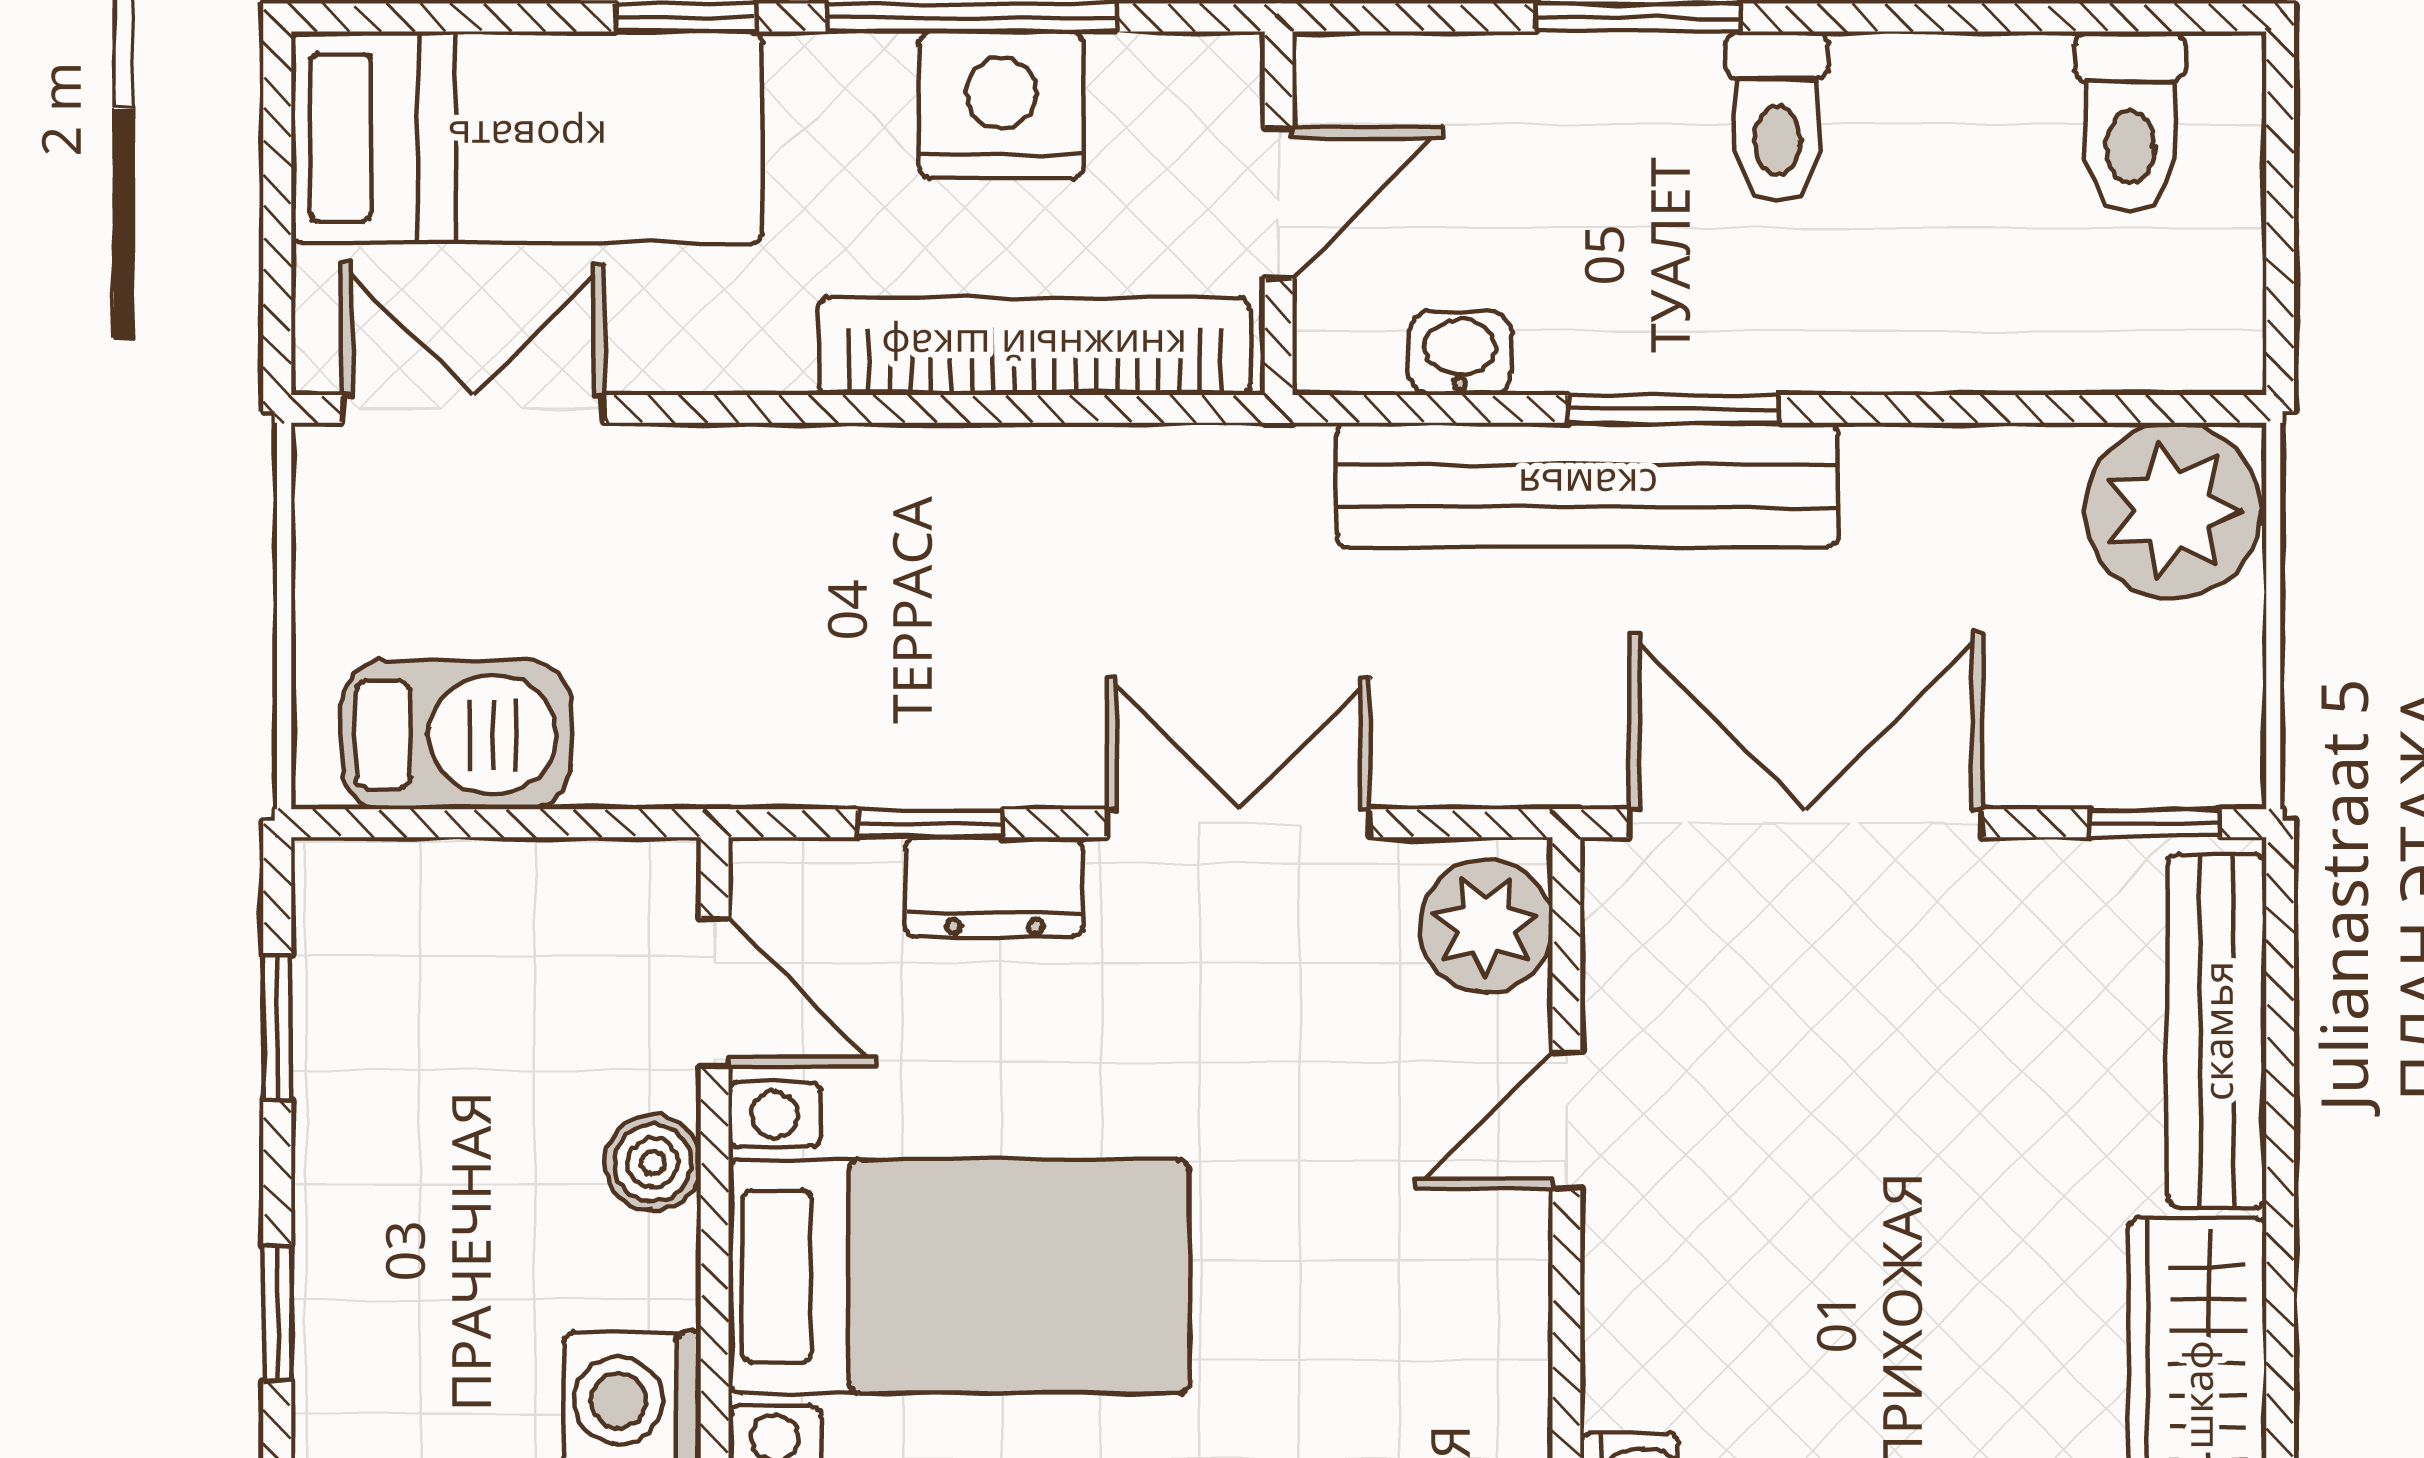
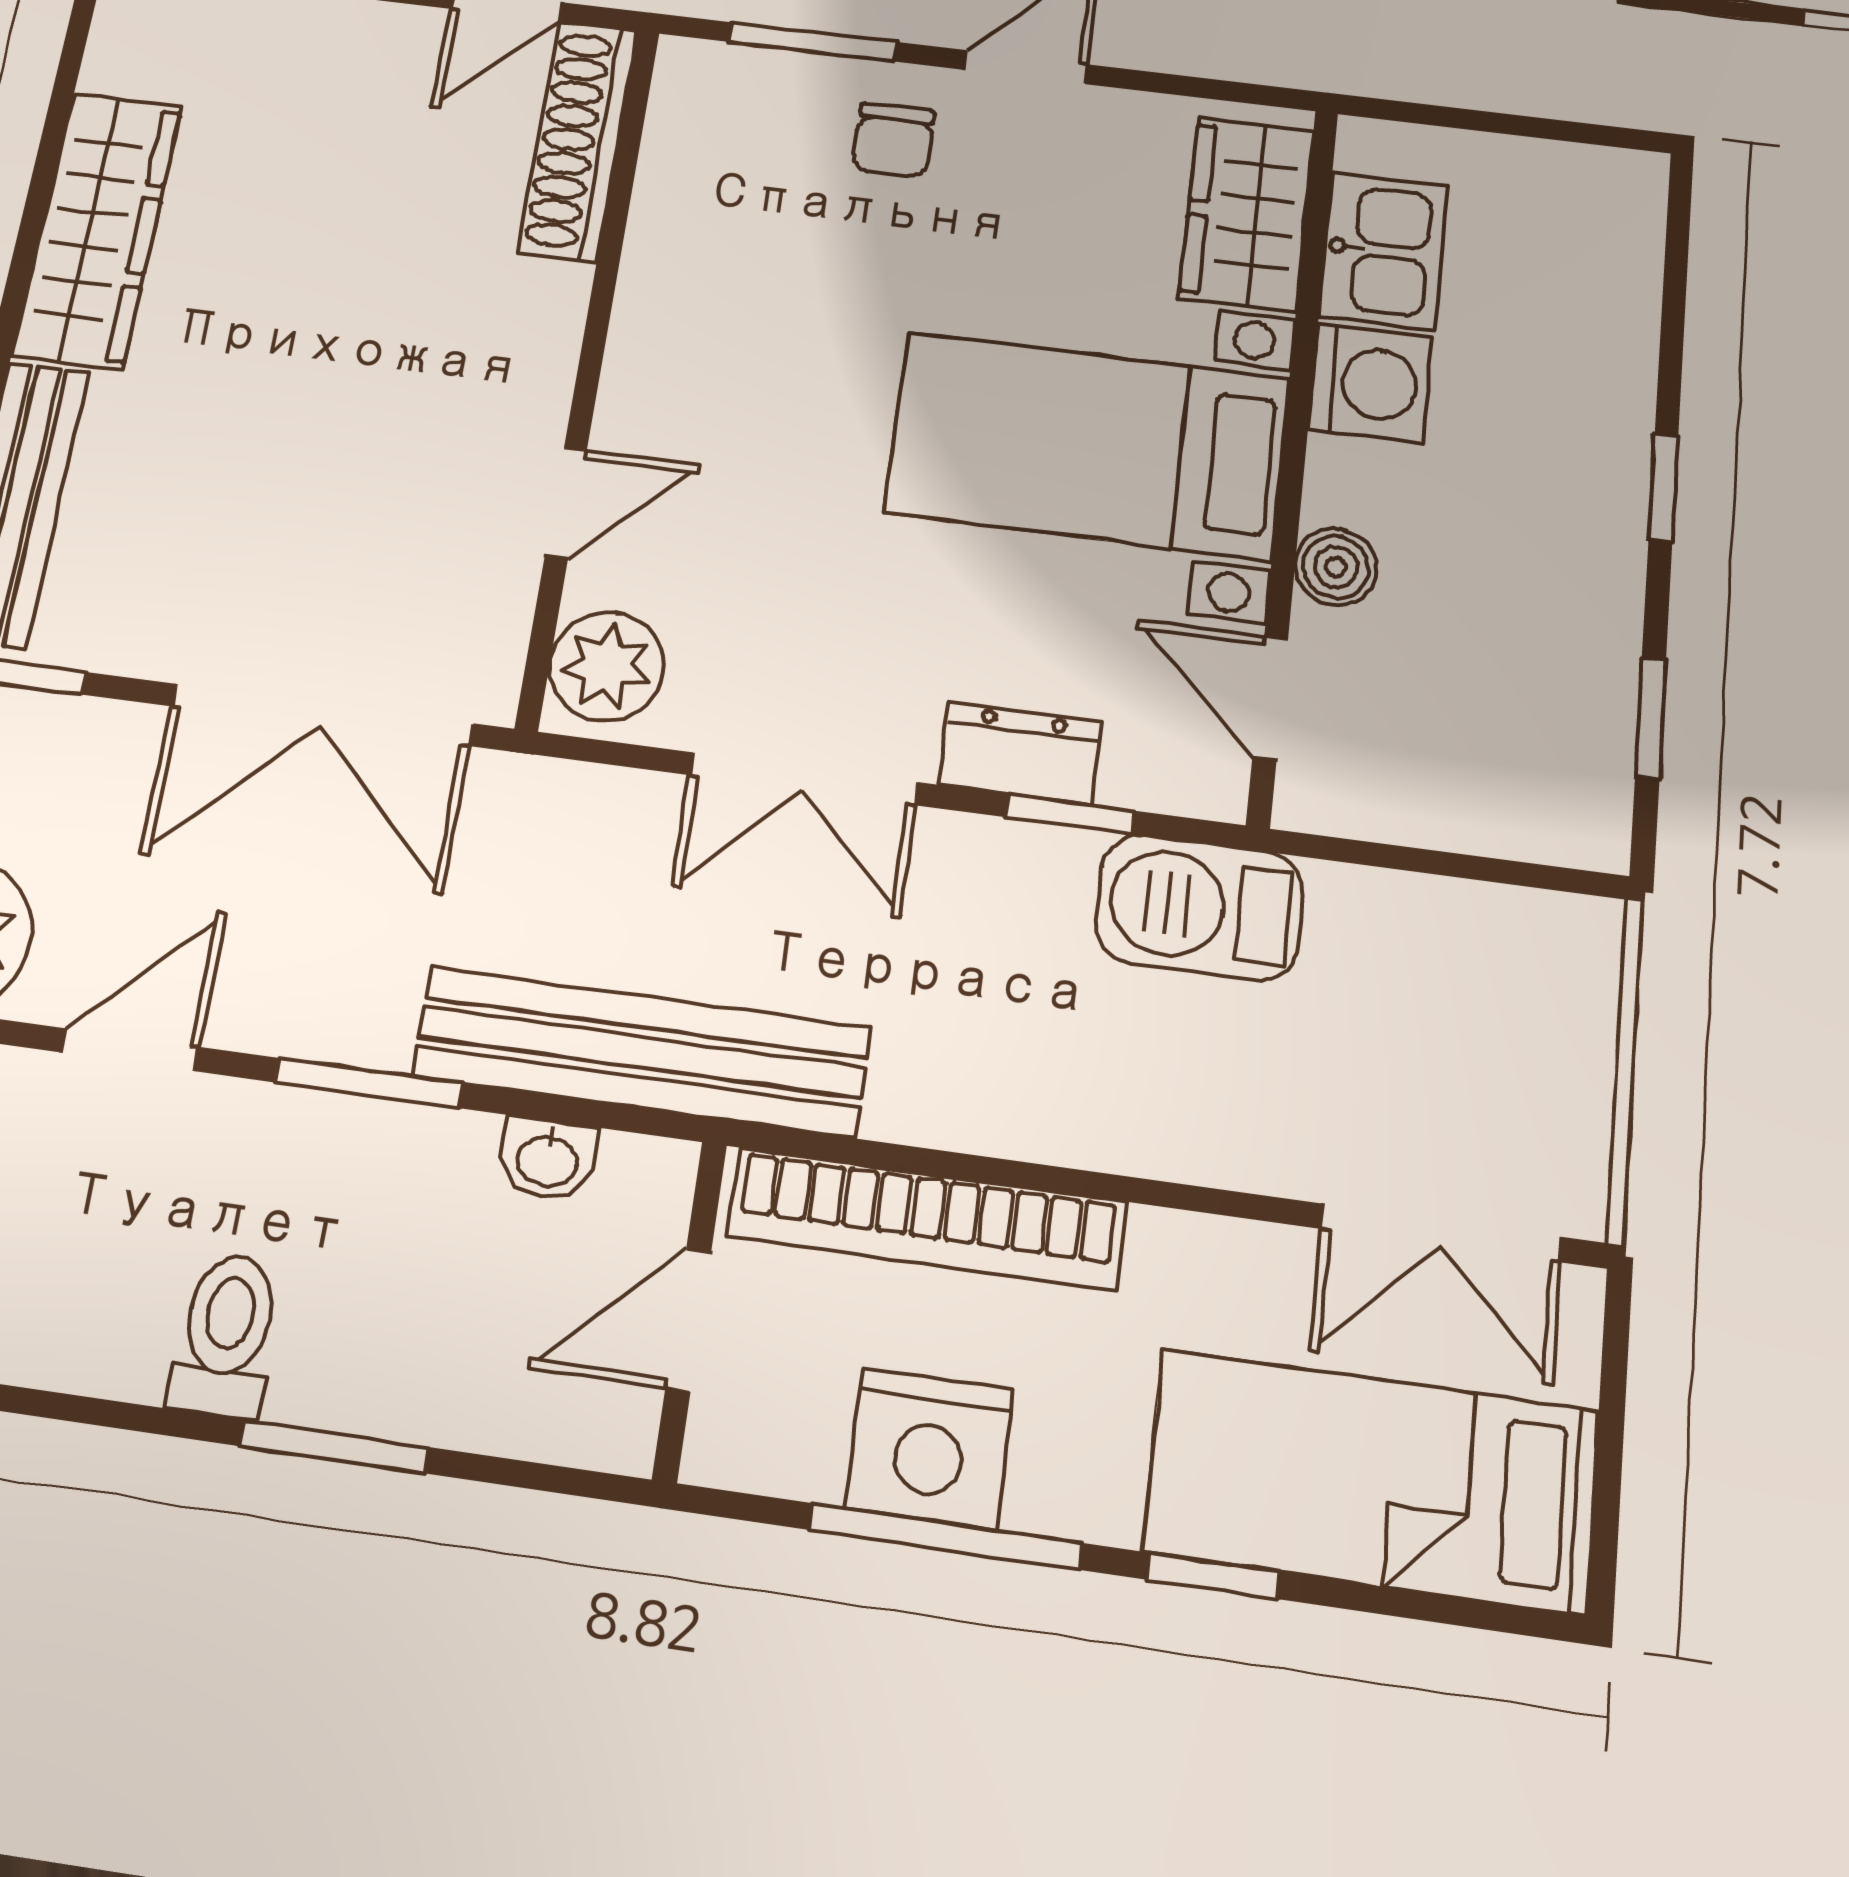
door: (1947, 409) -> (130, 1050), added
bench: (1588, 485) -> (641, 1052), moved
barbecue: (456, 735) -> (1199, 907), moved

